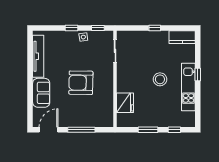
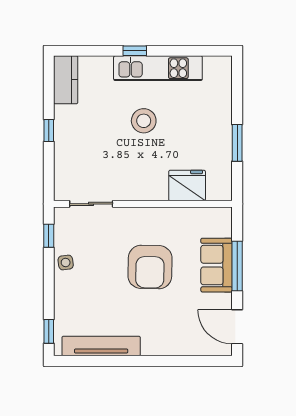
window: (72, 28) -> (49, 331), moved
sofa: (41, 93) -> (217, 265), moved, turned -90
window: (174, 130) -> (237, 94), removed

